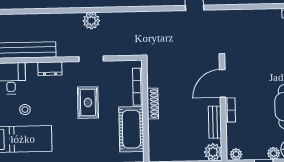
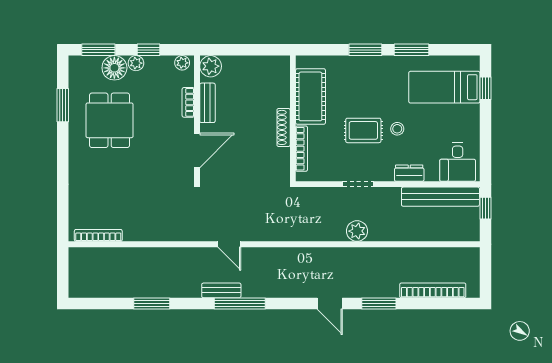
rug: (88, 103) -> (363, 130), turned 90
stool: (25, 110) -> (397, 129), moved
bookcase: (230, 110) -> (188, 102), moved

